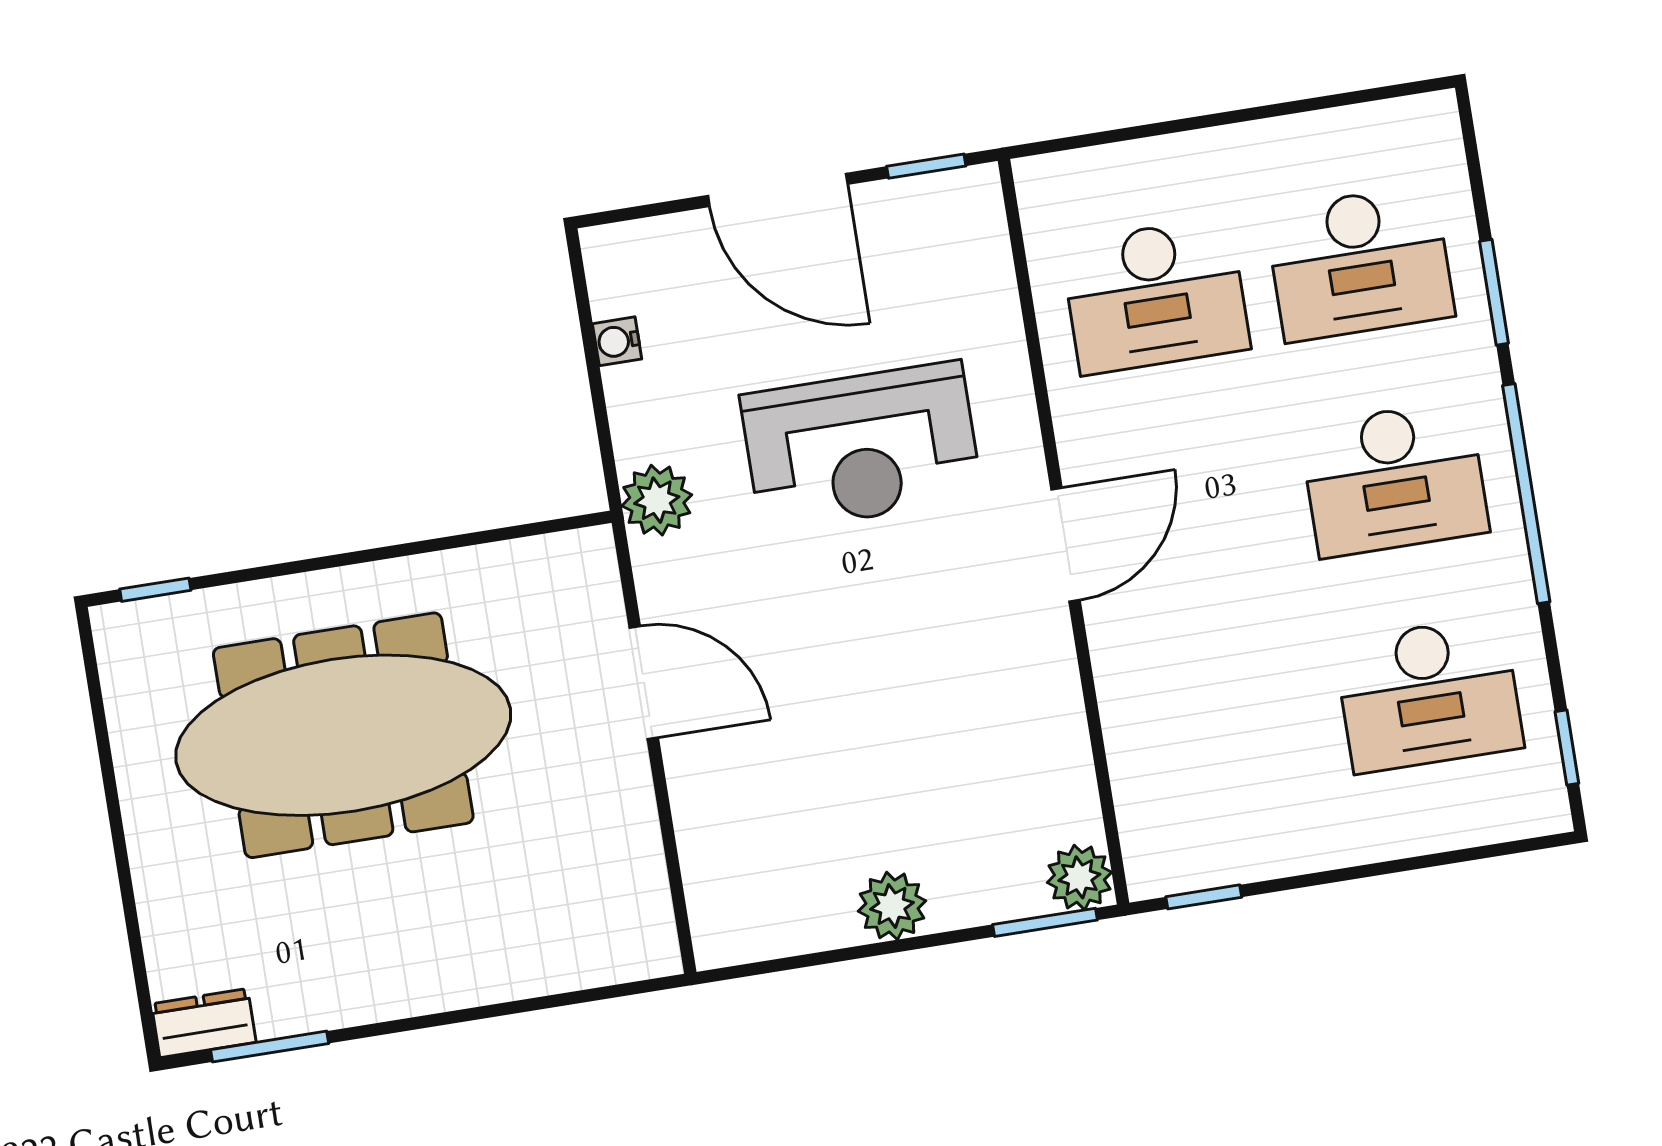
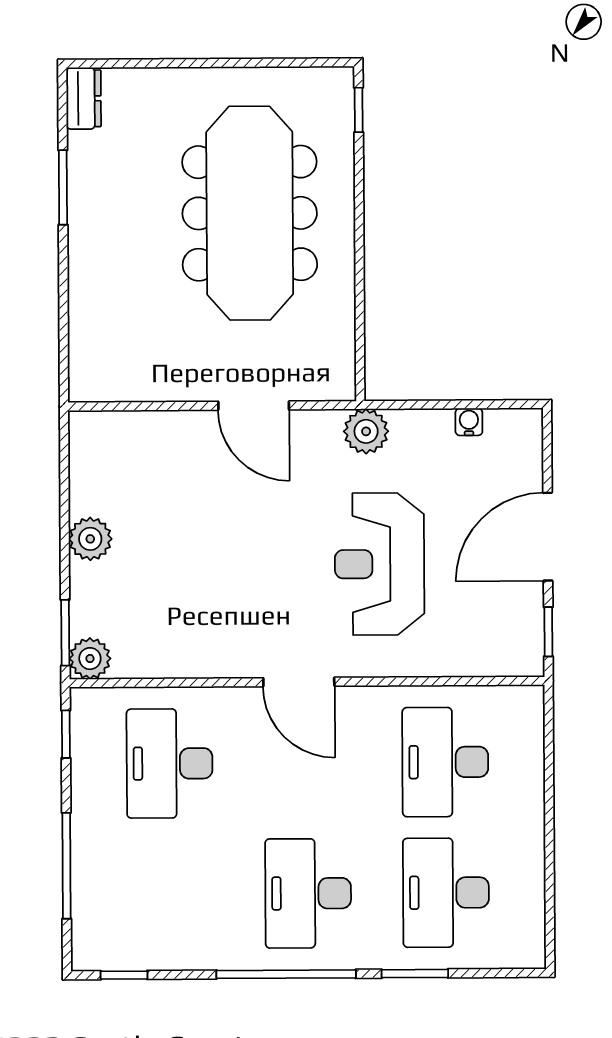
door: (644, 682) -> (254, 406), hinge flipped
desk: (1429, 695) -> (170, 763), moved
window: (1410, 864) -> (66, 866), added
window: (270, 1047) -> (63, 187), moved

